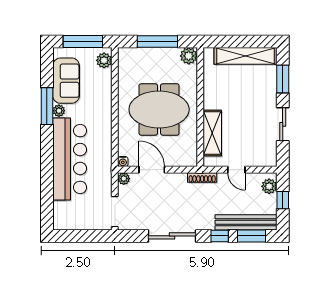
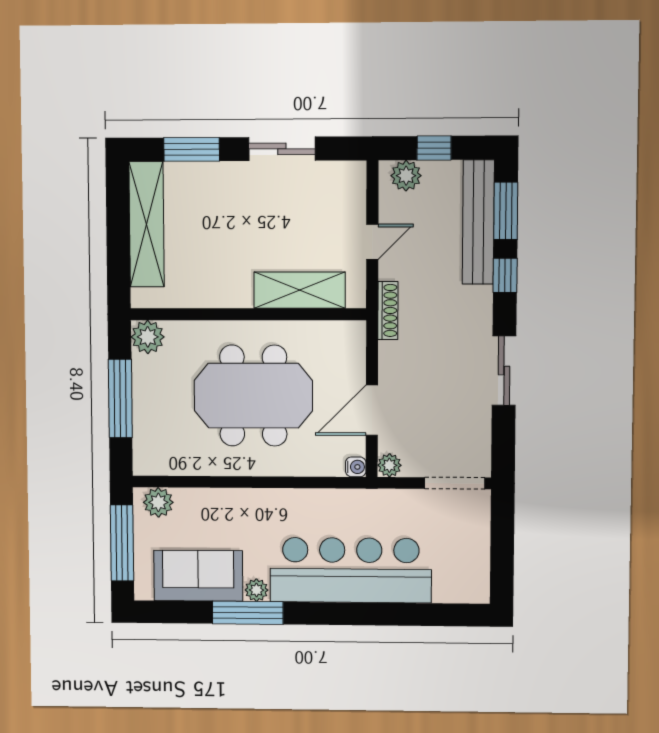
meeting table: (159, 109) -> (253, 396), turned 90
sliding door: (172, 236) -> (504, 371), width x0.73

